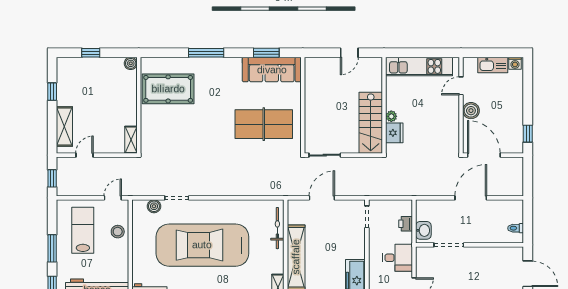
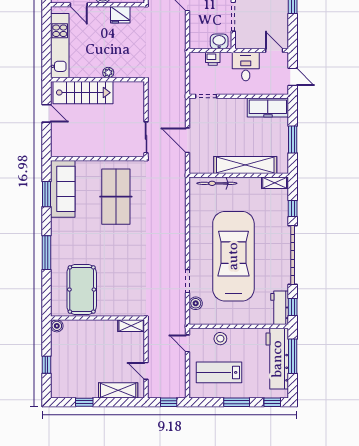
stairs: (371, 123) -> (83, 93), moved
fridge: (394, 133) -> (120, 15), moved, turned 180
car: (202, 245) -> (233, 256), turned 180

